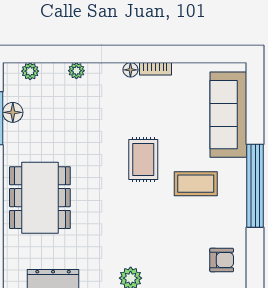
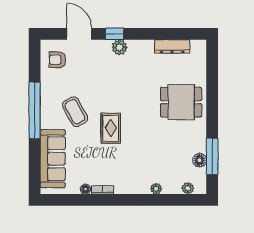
floor lamp: (130, 70) -> (85, 189), moved
coffee table: (196, 184) -> (75, 112), turned 62
dining table: (40, 198) -> (181, 102), width x0.73

